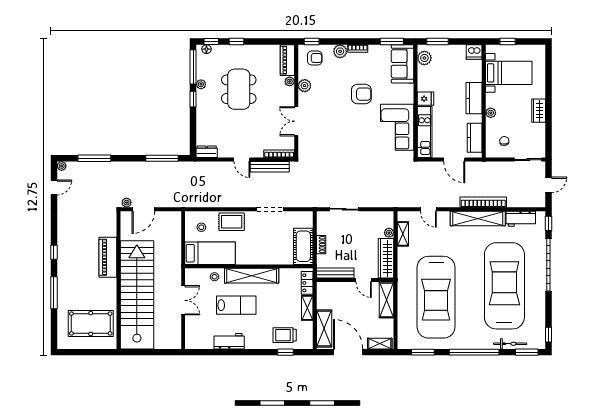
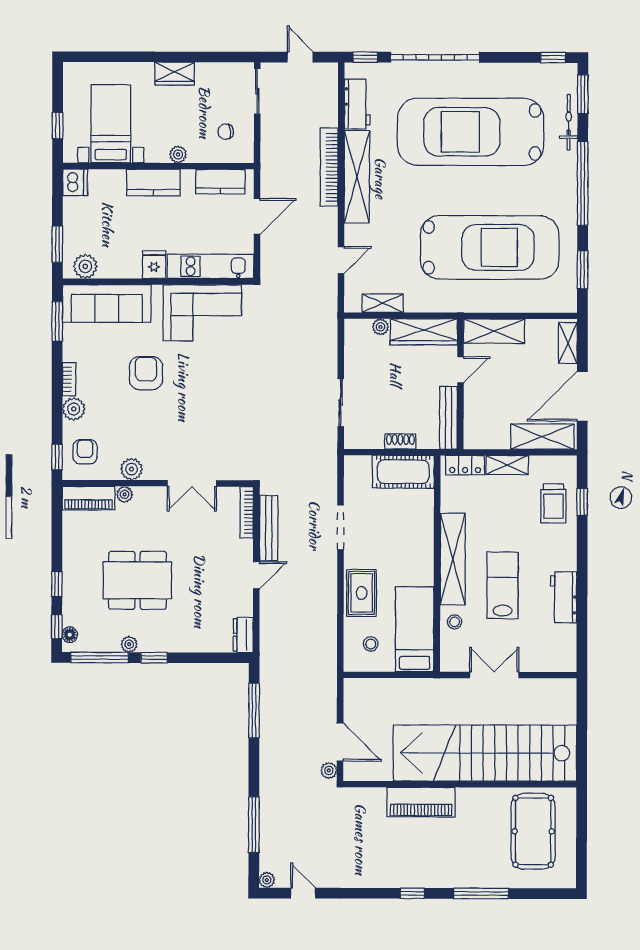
sofa: (402, 64) -> (107, 303), width x1.36

